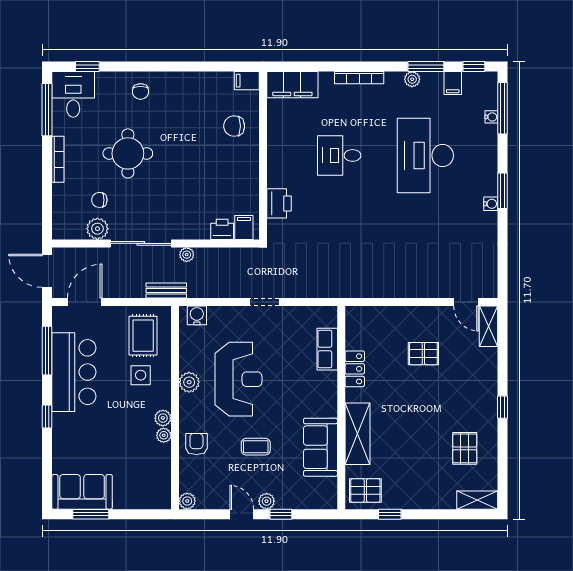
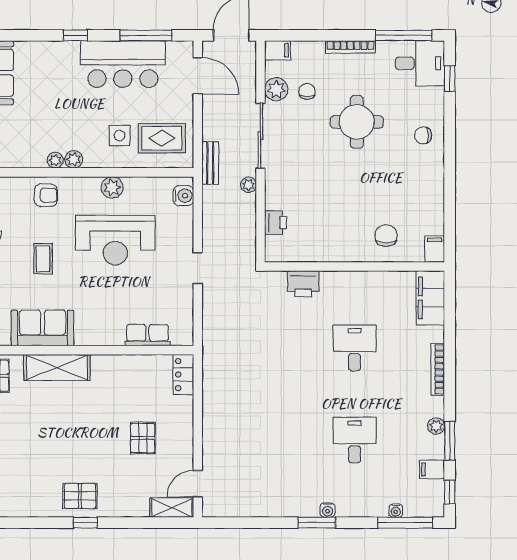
desk: (425, 155) -> (355, 440), width x0.53, depth x0.77
water cooler: (491, 204) -> (328, 510), moved
filing cabinet: (244, 227) -> (278, 50), moved
locker: (355, 369) -> (183, 375), moved, turned 90
pallet: (465, 448) -> (80, 496), moved

